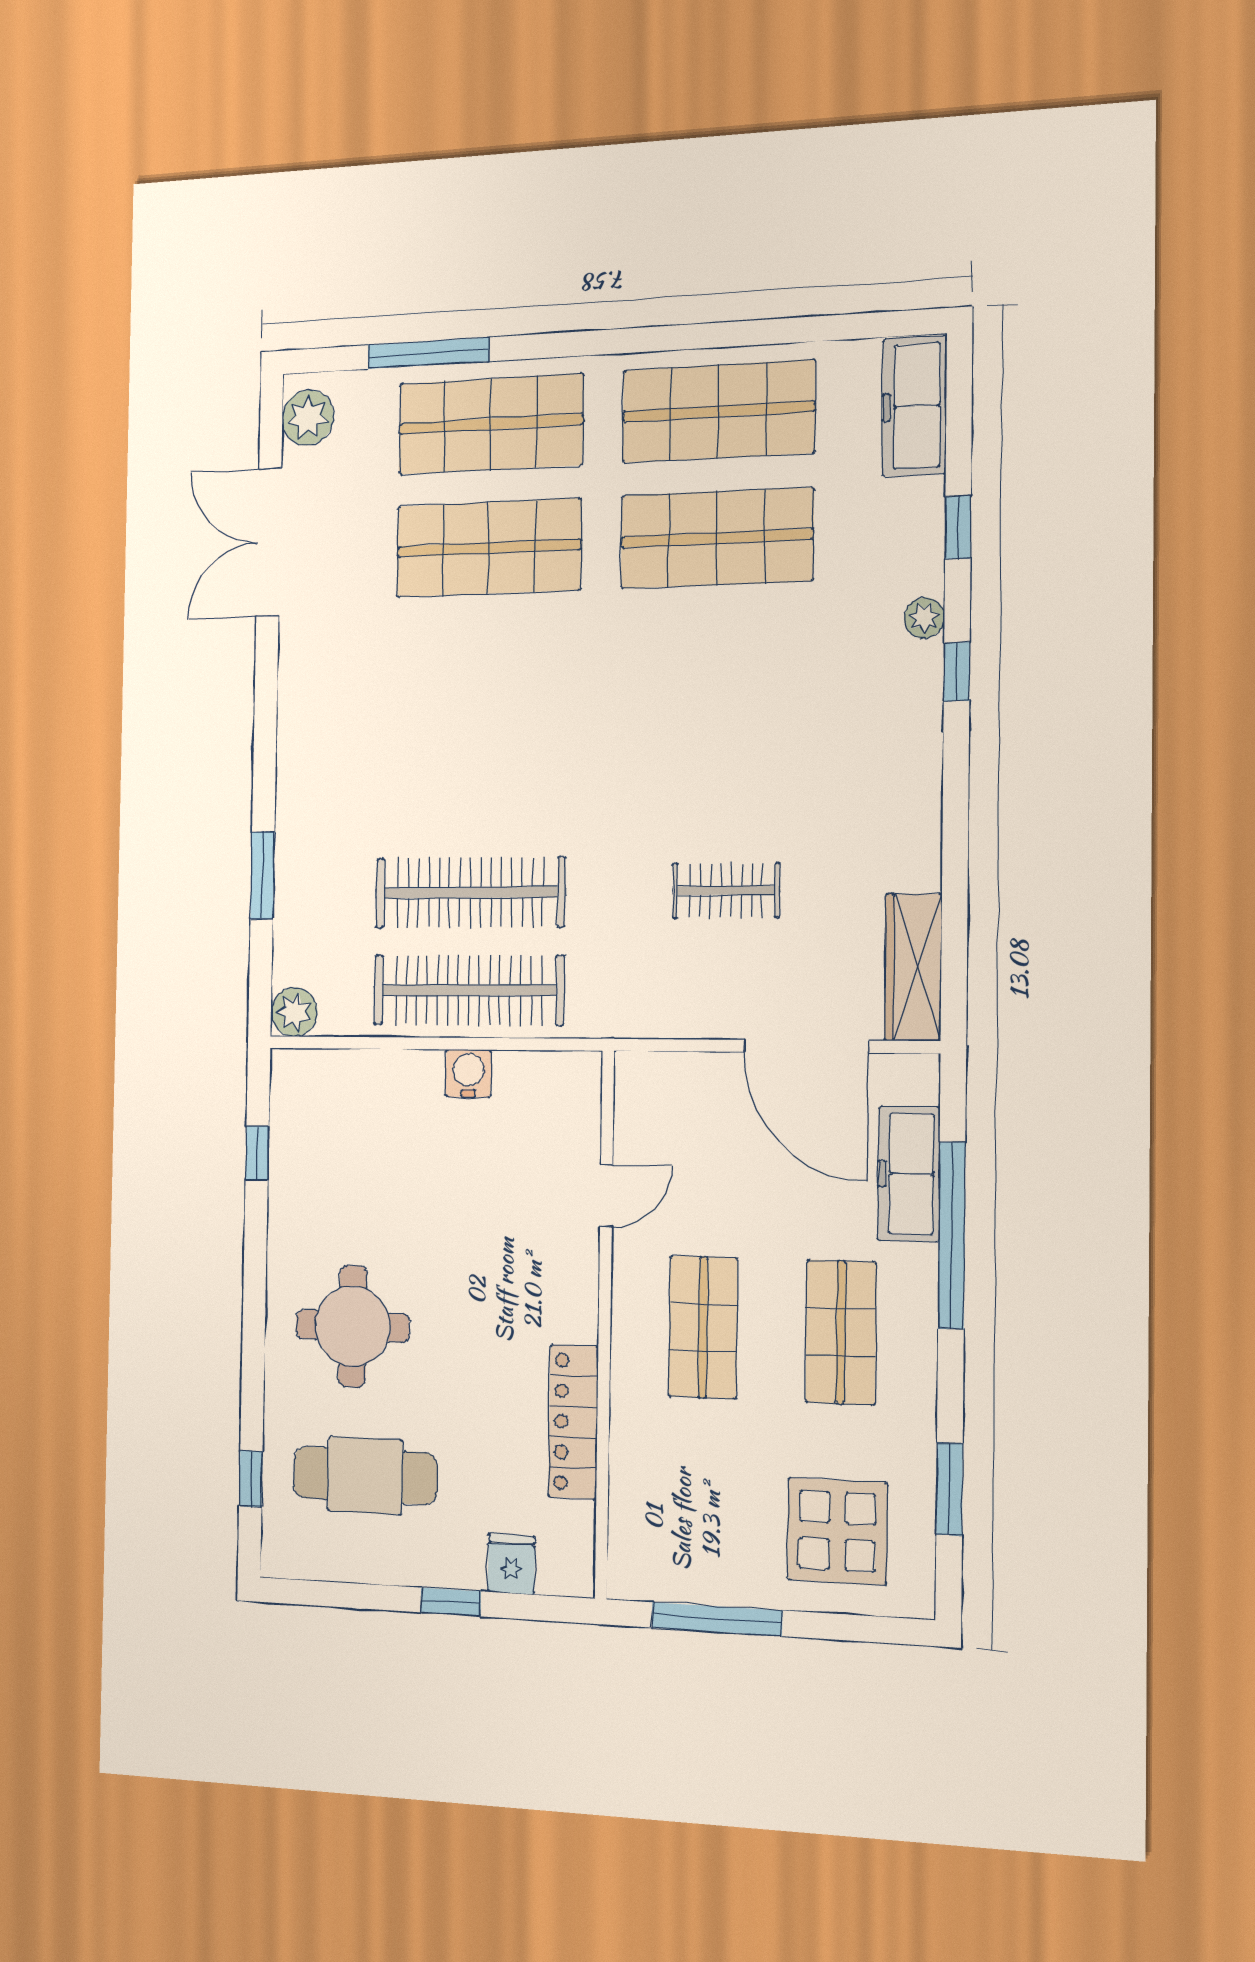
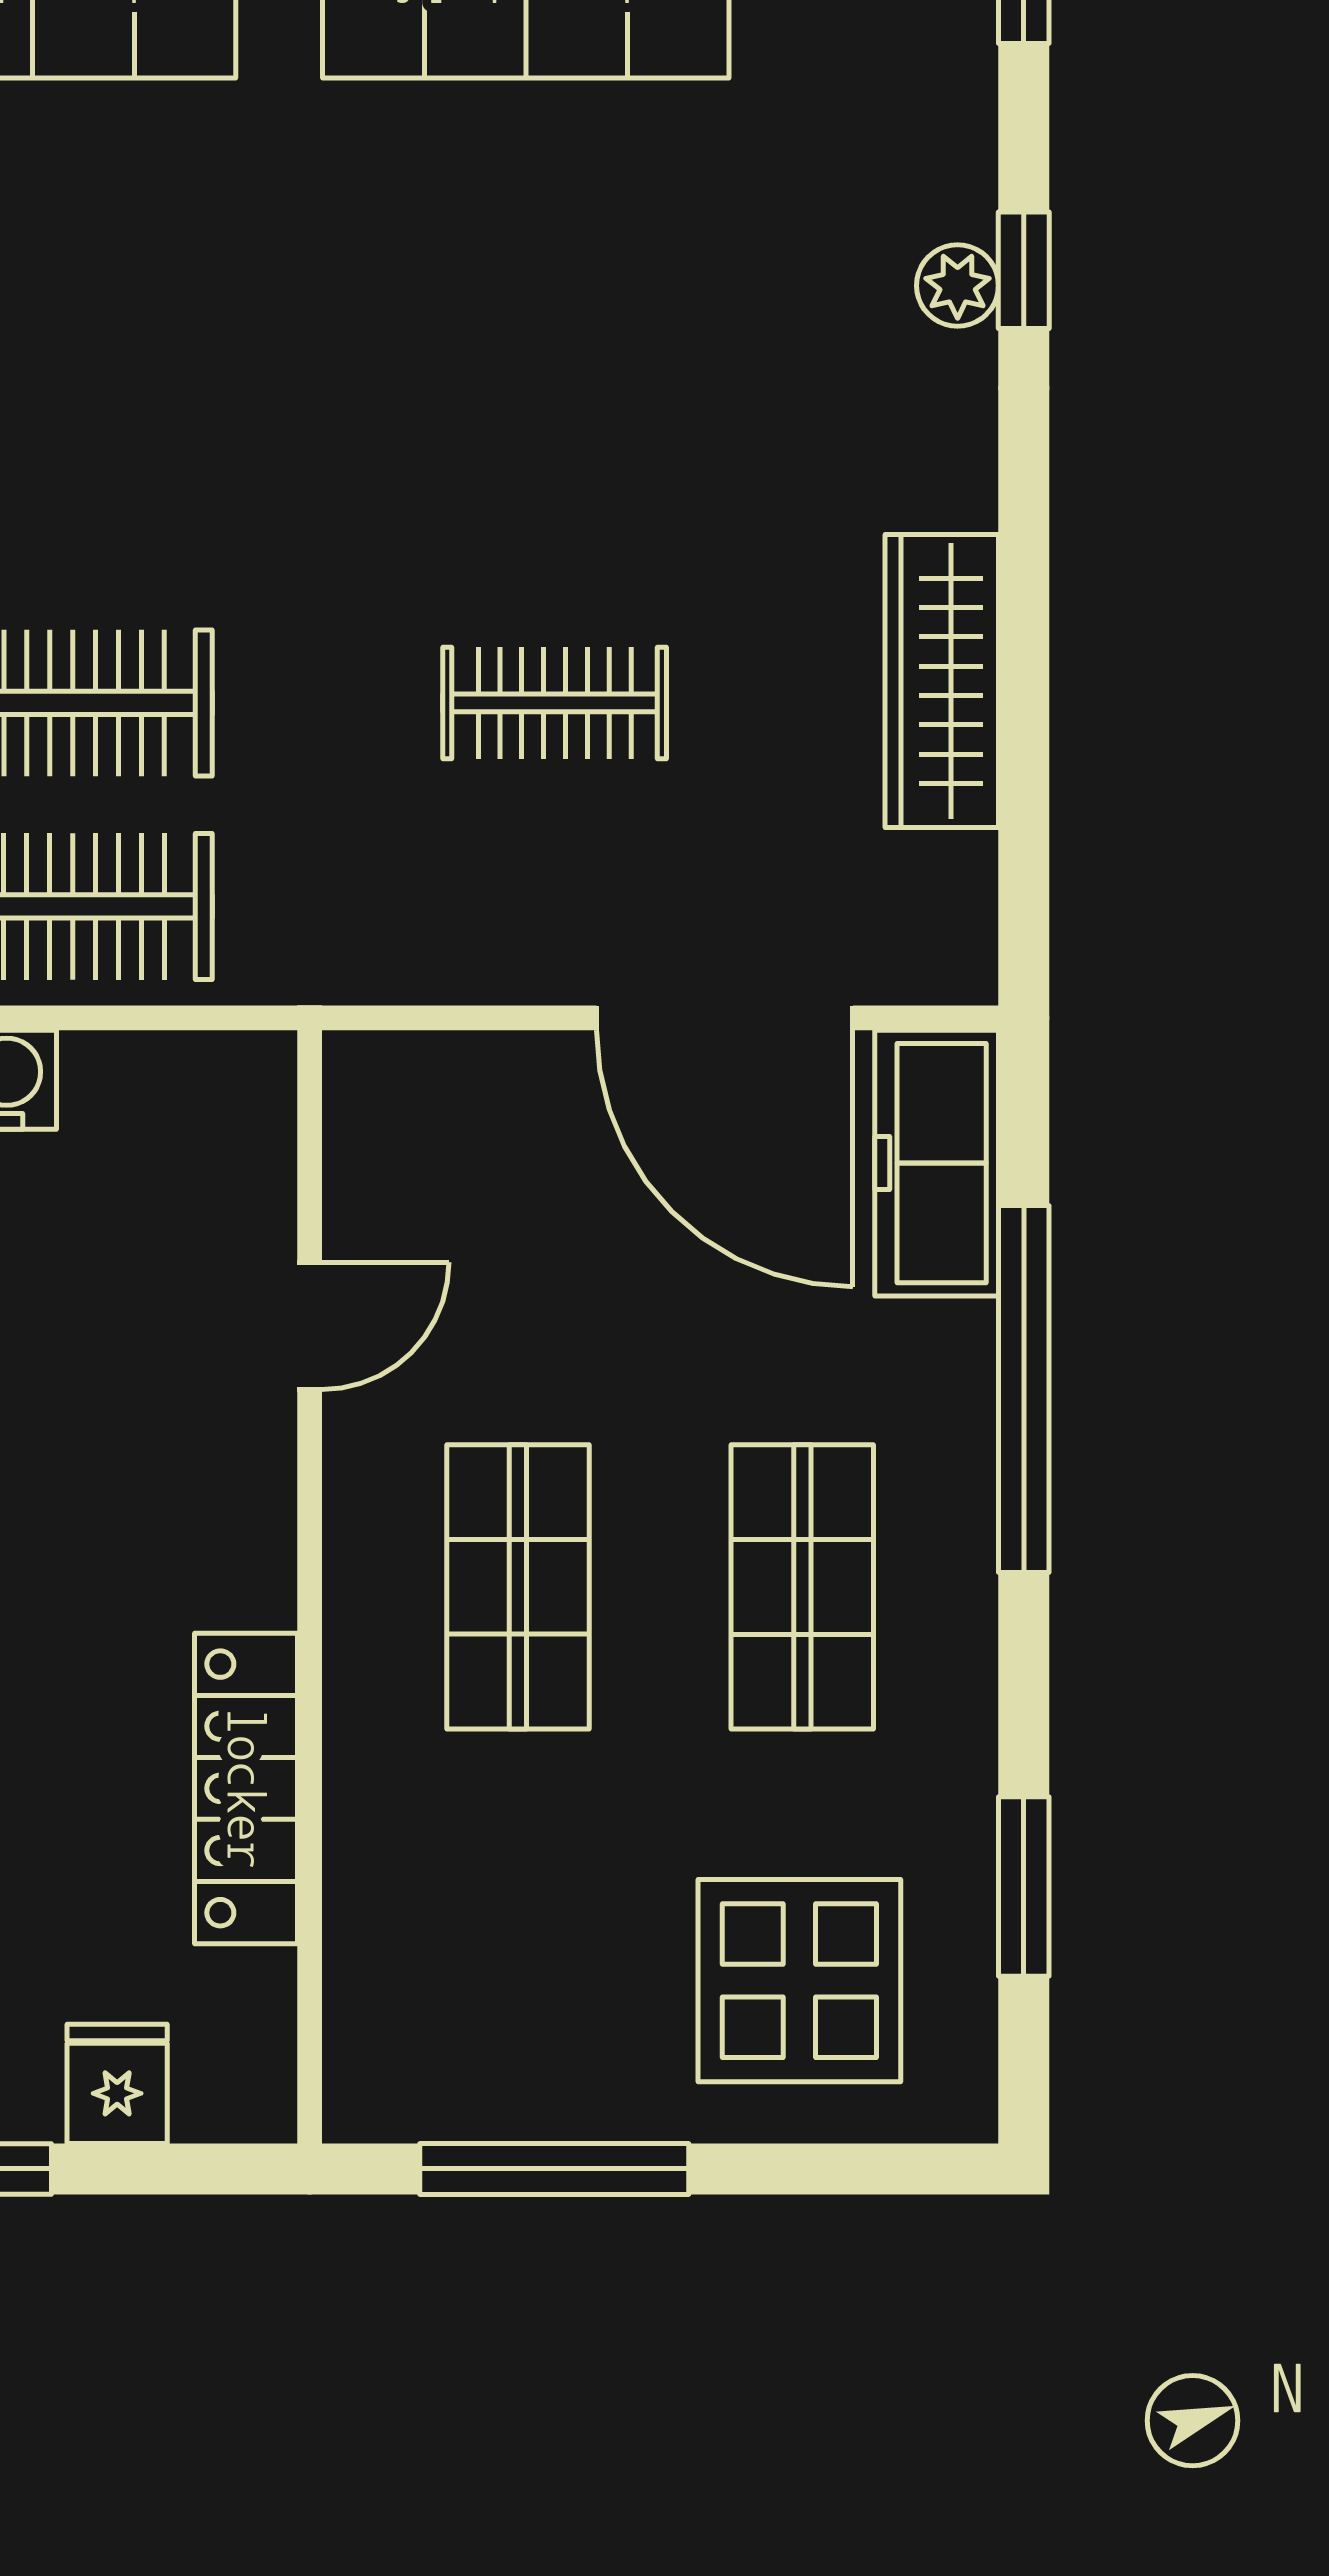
plant: (924, 618) -> (958, 286), moved
wardrobe: (913, 967) -> (942, 681), moved
freezer: (909, 1174) -> (937, 1163), moved

